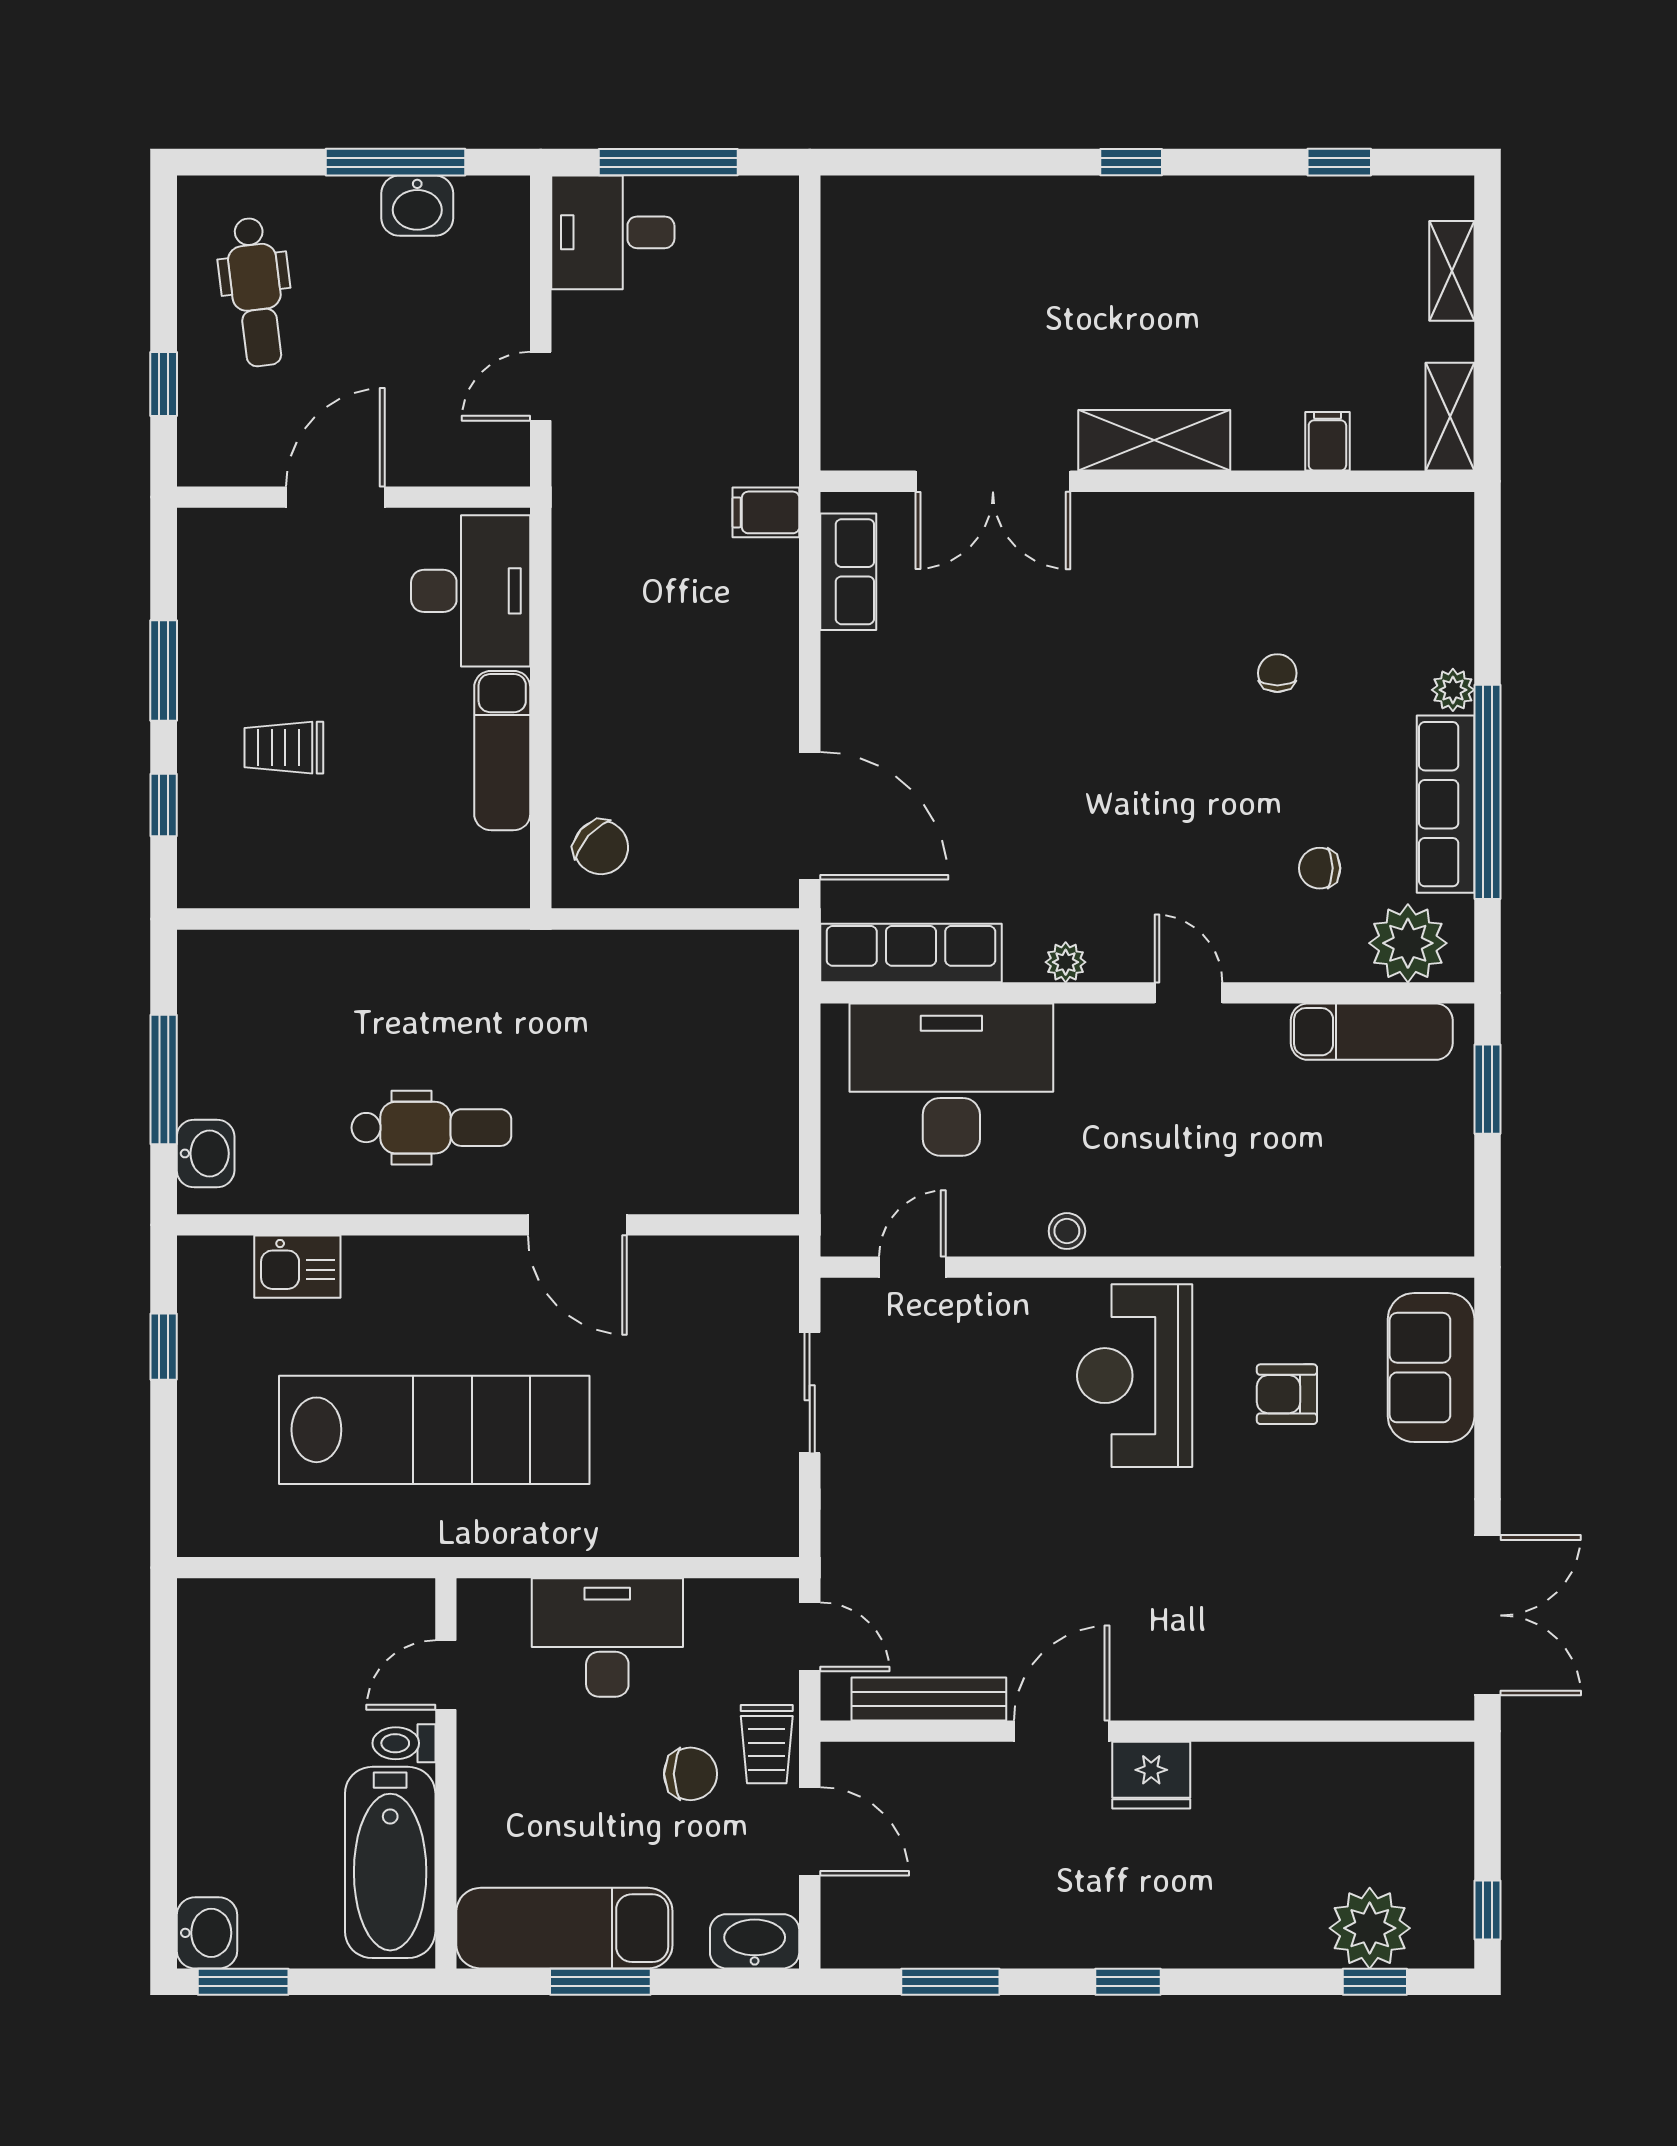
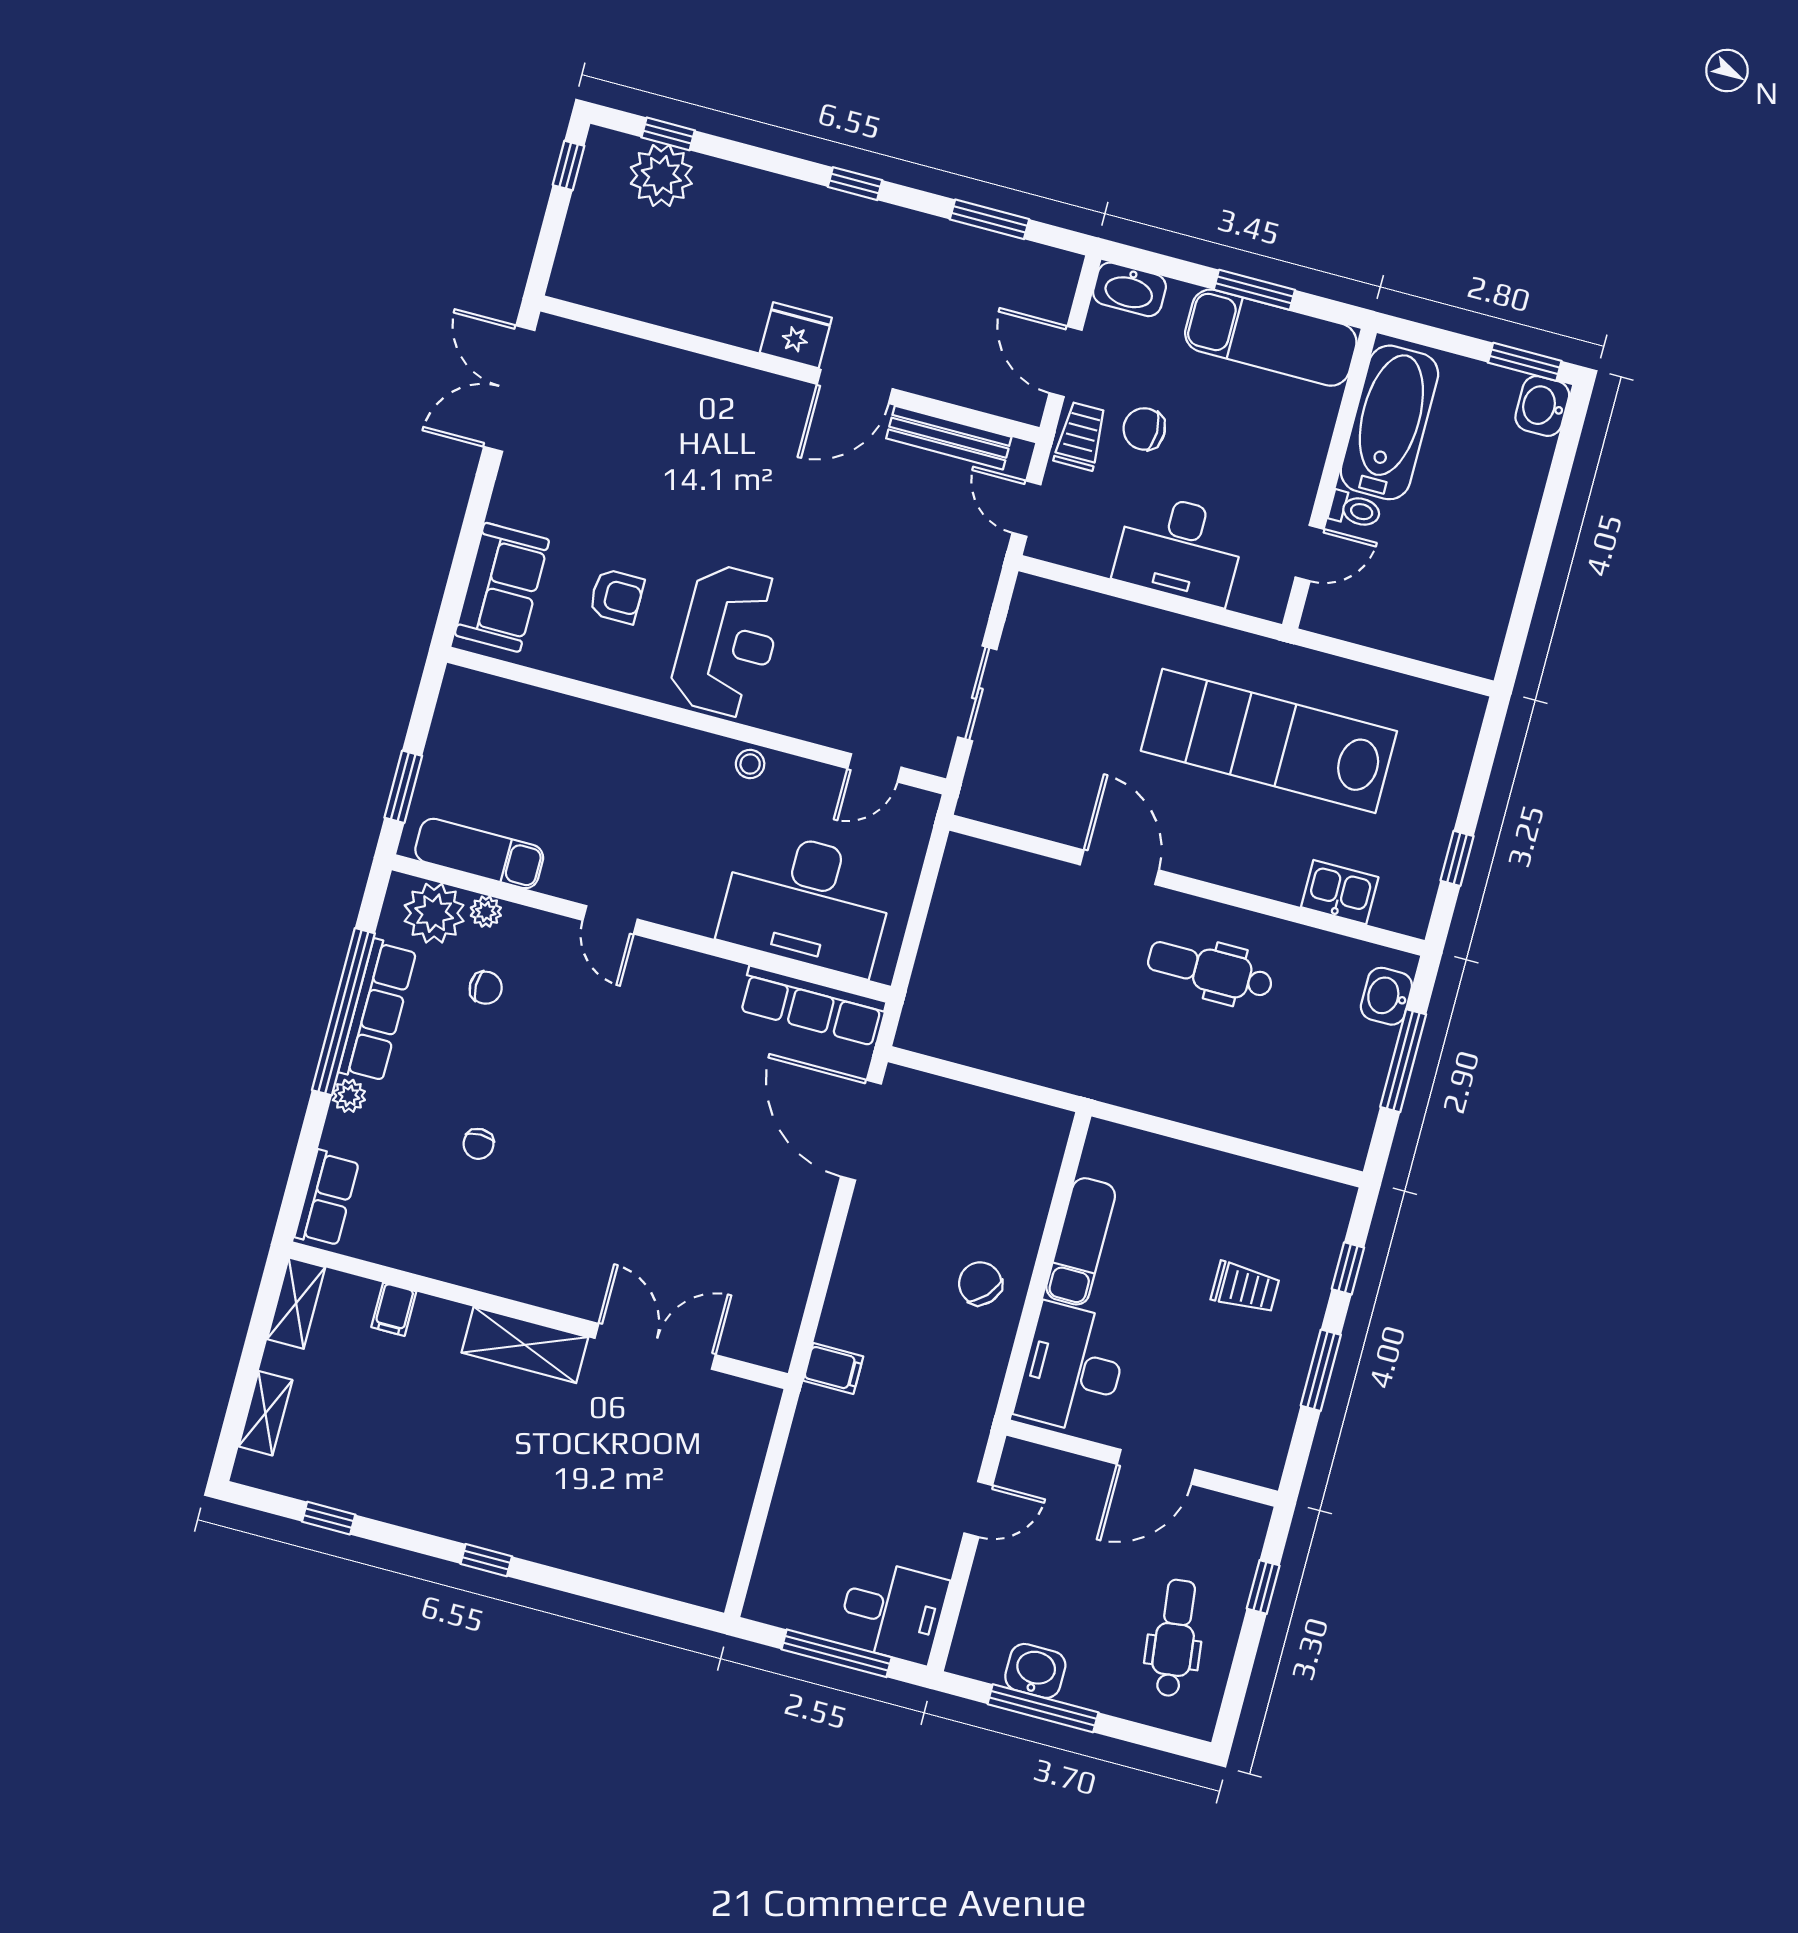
row of seats: (848, 572) -> (327, 1199), moved, turned 180
chair: (601, 847) -> (980, 1283), moved
plant: (1066, 962) -> (486, 912), moved

